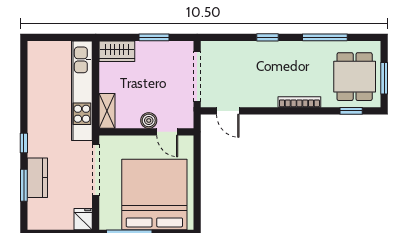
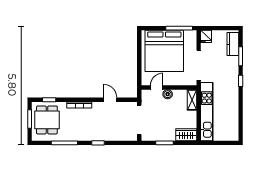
door: (228, 111) -> (110, 100), moved
door: (167, 132) -> (157, 87), hinge flipped
kitchen counter: (37, 178) -> (233, 44), moved

